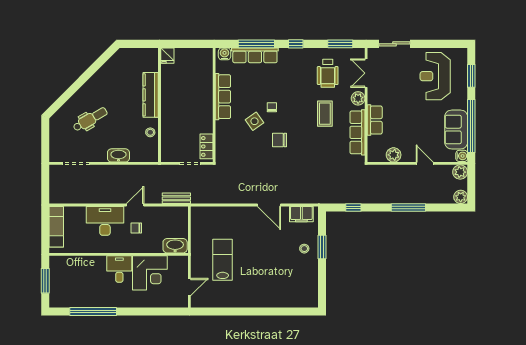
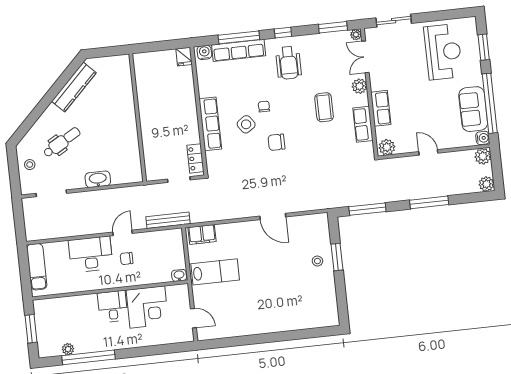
plant: (360, 53) -> (356, 35), added
fridge: (167, 56) -> (184, 57), moved
wheelchair: (328, 73) -> (288, 63), moved
reception desk: (435, 76) -> (443, 52), turned 180
kitchen counter: (151, 95) -> (74, 87), moved, turned -135
row of seats: (223, 97) -> (210, 124), moved
stool: (150, 132) -> (30, 165), moved
row of seats: (357, 132) -> (363, 124), width x0.68
plant: (394, 155) -> (387, 147), moved
door: (425, 163) -> (428, 152), moved
bench: (176, 198) -> (168, 220), width x1.36
window: (353, 208) -> (367, 209), width x2.17
filing cabinet: (301, 214) -> (202, 234), moved
washbasin: (175, 246) -> (179, 275), width x0.52, depth x0.69
lab bench: (223, 260) -> (215, 272), moved, turned 90
door: (189, 287) -> (193, 318), hinge flipped
plant: (76, 302) -> (68, 349), added

